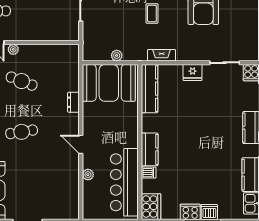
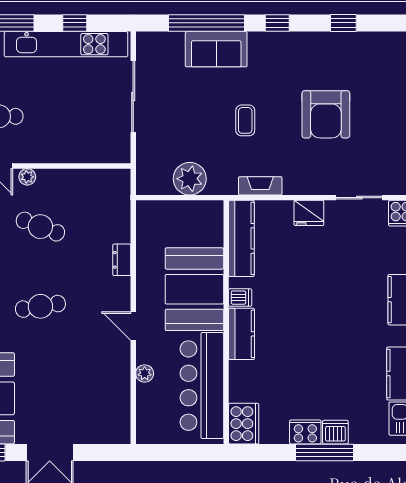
plant: (117, 55) -> (190, 179), width x1.88, depth x1.88
booth: (109, 83) -> (194, 289), moved, turned 90
dishwasher: (149, 173) -> (240, 298), moved

